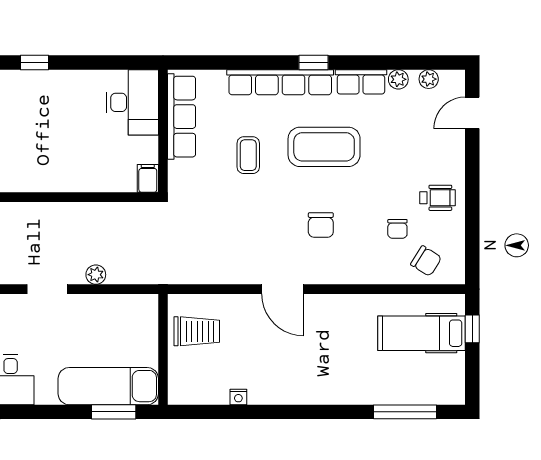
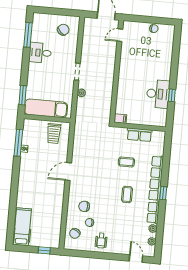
window: (34, 62) -> (172, 95), moved
desk: (133, 102) -> (158, 94), moved, turned -90
row of seats: (182, 117) -> (139, 135), width x0.68
coffee table: (324, 147) -> (127, 194), width x0.54, depth x0.58
chair: (321, 225) -> (84, 206), moved
hospital bed: (422, 333) -> (22, 227), moved
exam couch: (108, 386) -> (46, 108), moved, turned -90
window: (405, 412) -> (18, 143), moved

